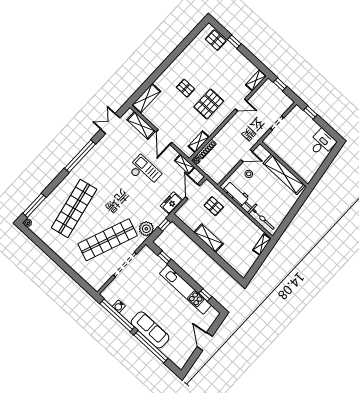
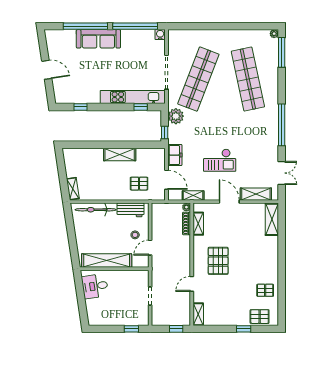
pallet: (186, 88) -> (265, 290), moved
desk: (322, 143) -> (95, 286), moved, turned 81
kitchen unit: (186, 289) -> (133, 97), moved
water cooler: (119, 306) -> (160, 35), moved

